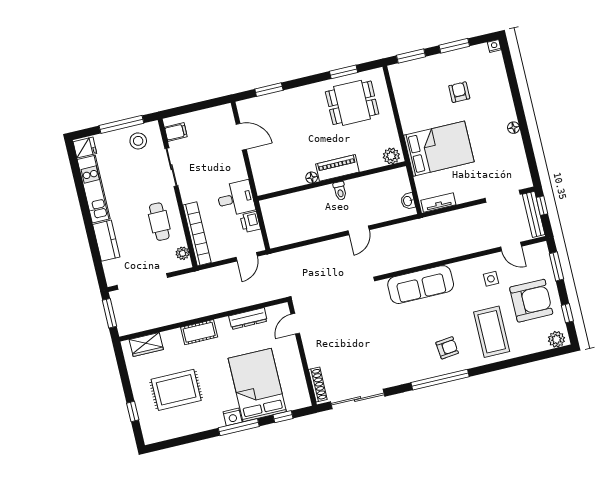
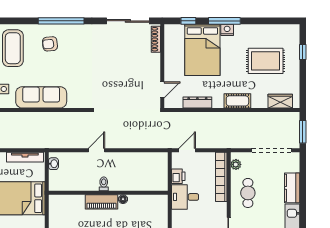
plant: (391, 156) -> (58, 201), removed
tv unit: (438, 203) -> (25, 157), width x1.41
sofa: (421, 285) -> (41, 97), moved

